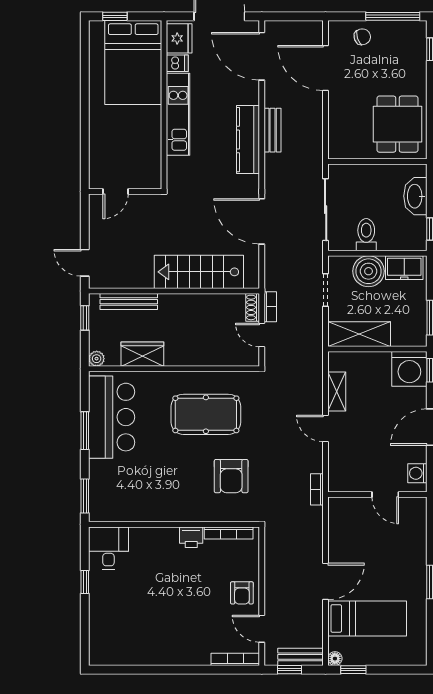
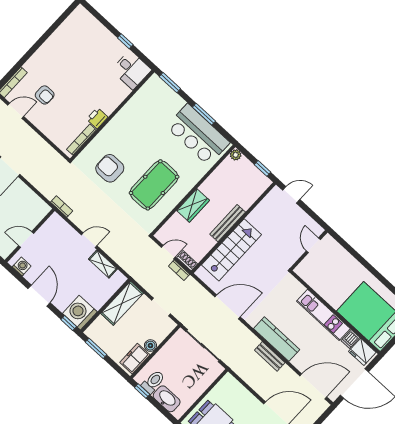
toilet: (366, 235) -> (153, 382), moved, turned -90
boiler: (369, 271) -> (150, 346), width x0.54, depth x0.54
bench: (129, 302) -> (228, 223), moved
wardrobe: (142, 354) -> (193, 205), moved
armchair: (242, 593) -> (45, 95), moved, turned 180

